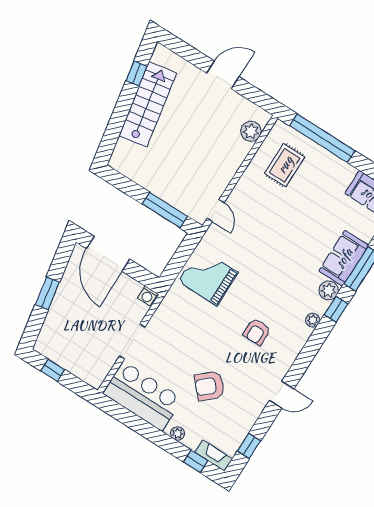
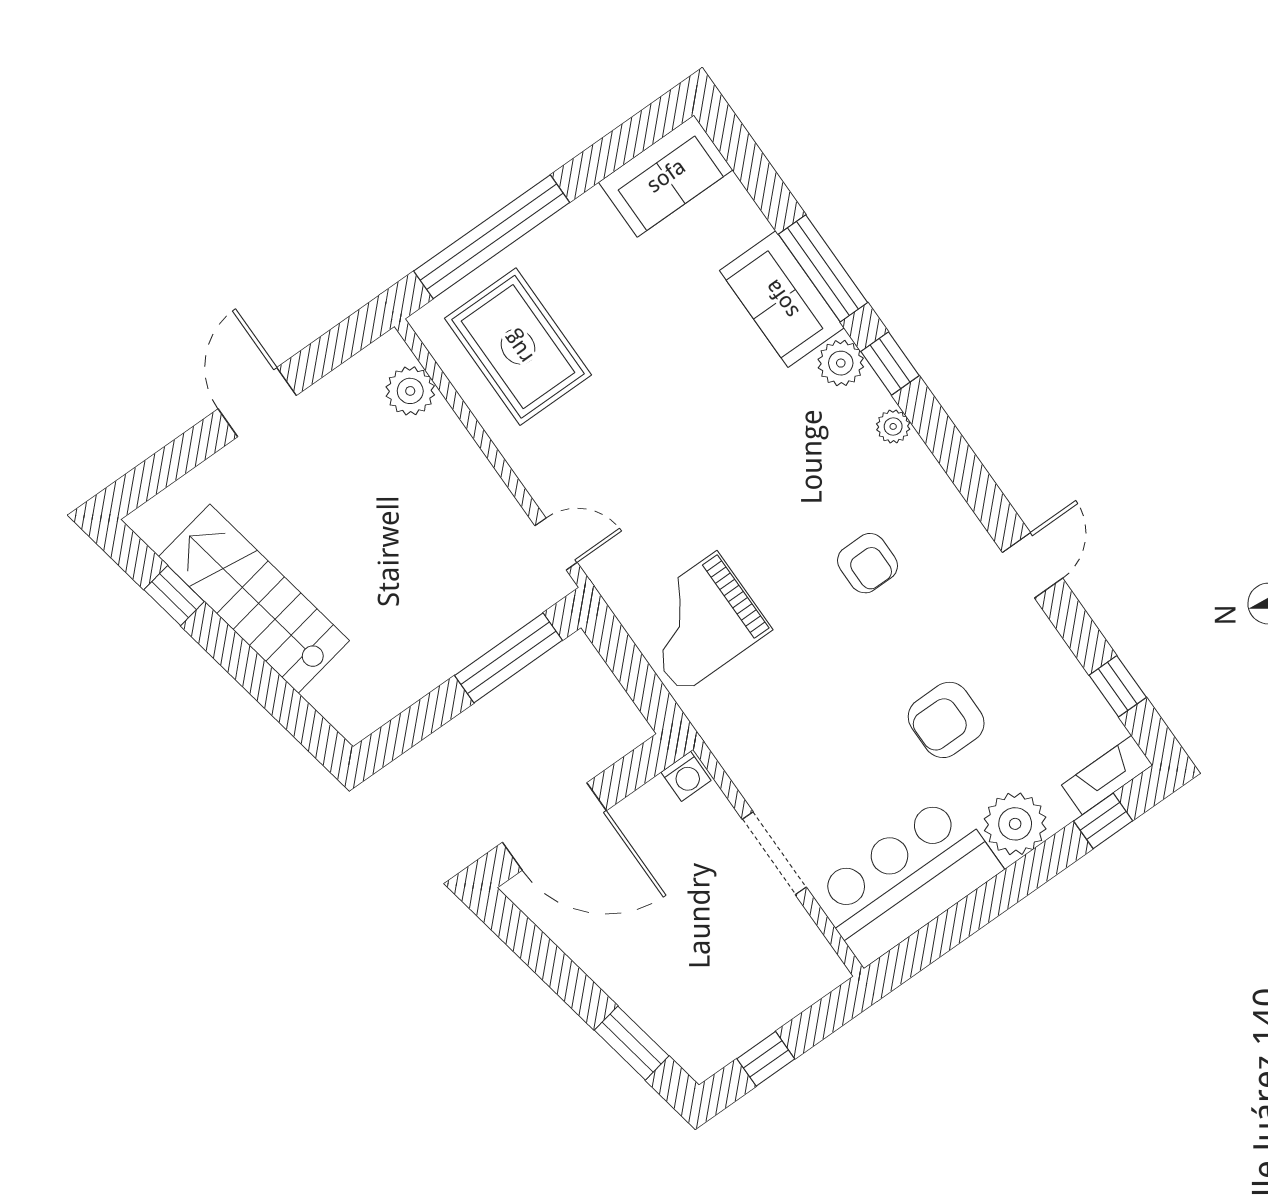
rug: (285, 165) -> (518, 347), width x1.36, depth x1.43
window: (47, 293) -> (632, 1043), moved
armchair: (210, 386) -> (946, 720), turned 42
plant: (178, 433) -> (1015, 824), width x1.87, depth x1.87

